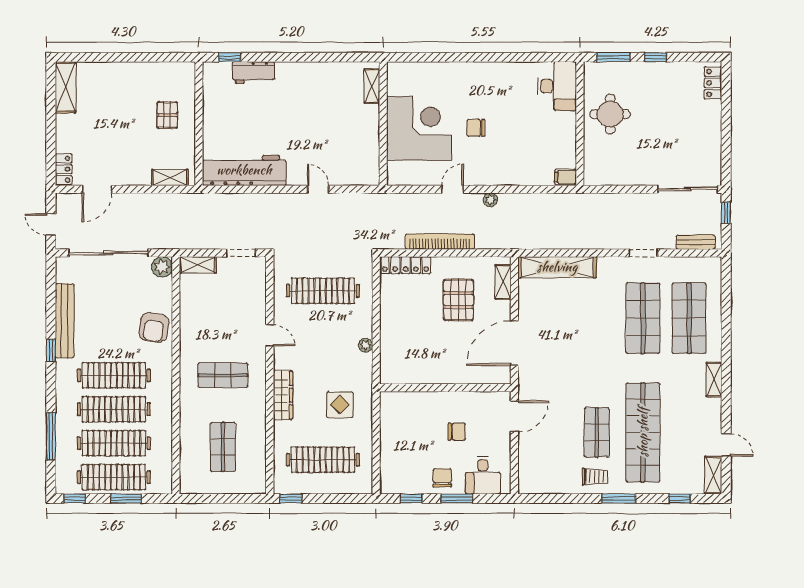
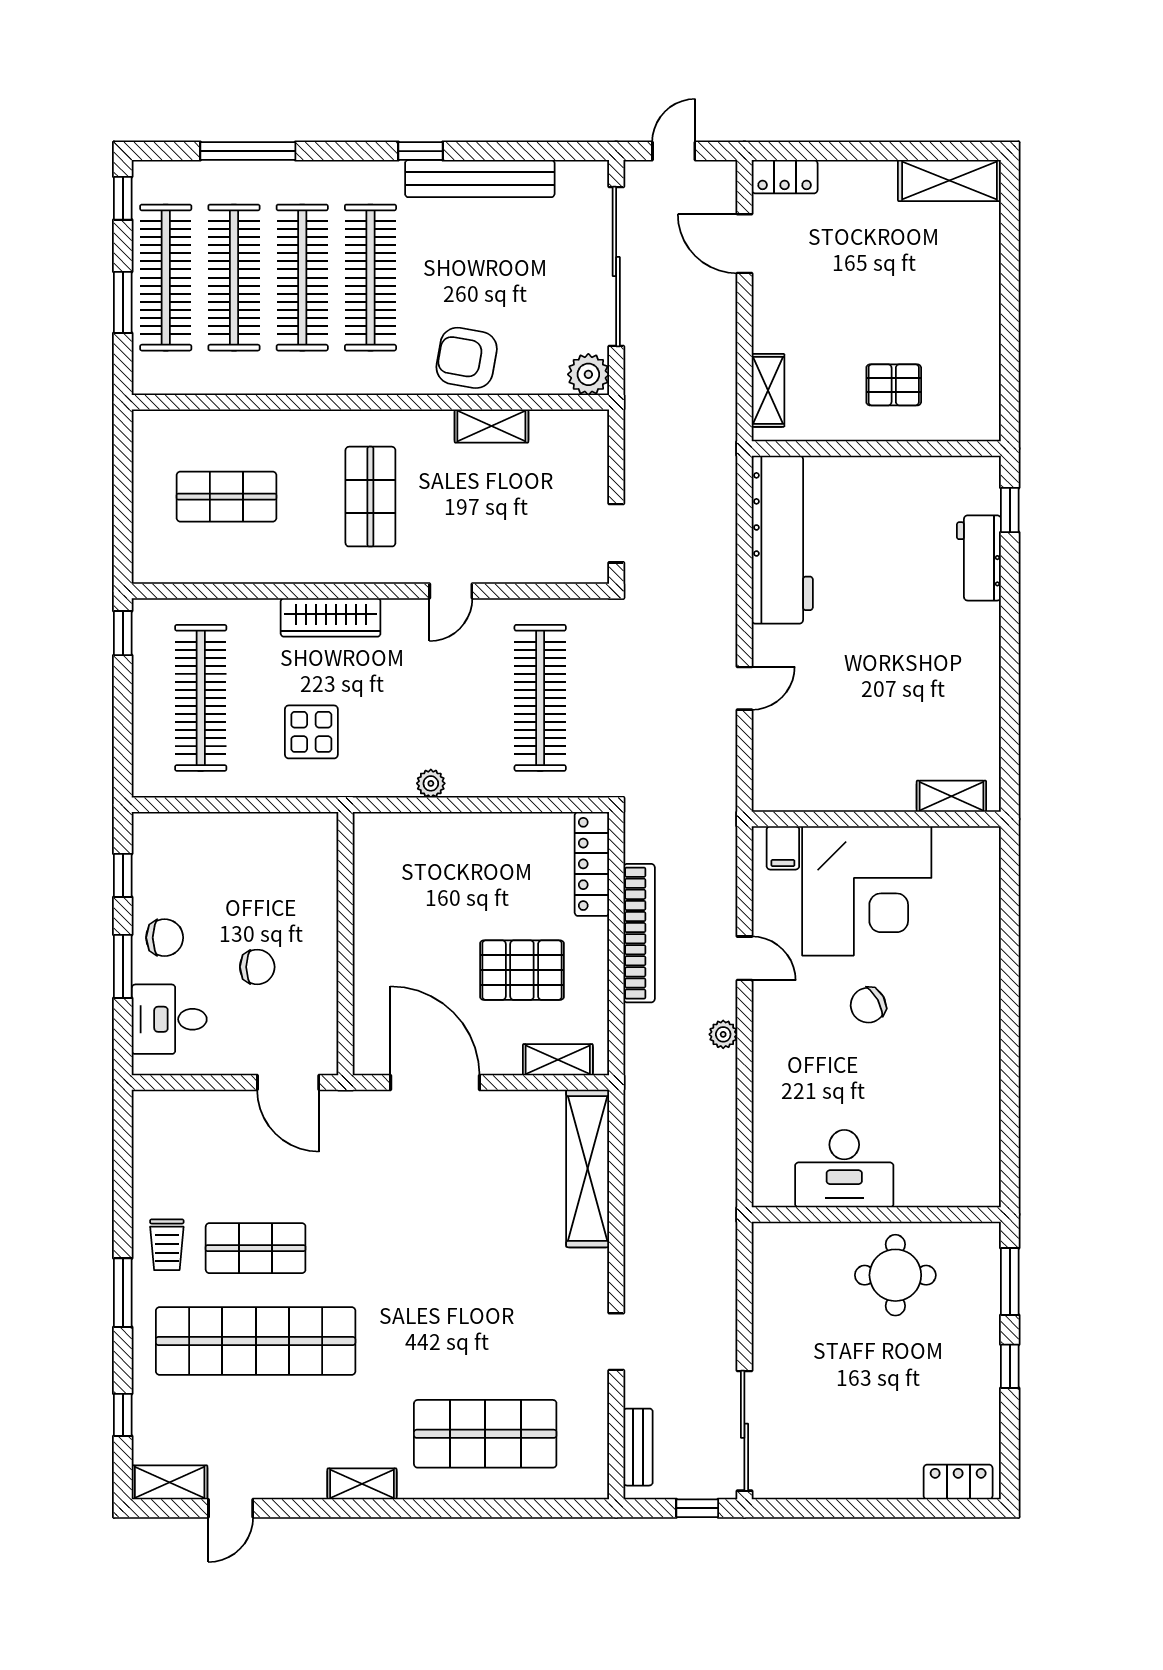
desk: (557, 86) -> (844, 1169), moved
chair: (476, 128) -> (868, 1005), turned -119
filing cabinet: (566, 177) -> (783, 848), moved, turned 180
shelving: (198, 265) -> (491, 426), moved, turned 90
shop shelf: (643, 318) -> (485, 1341), removed
chair: (457, 432) -> (257, 967), turned -90

